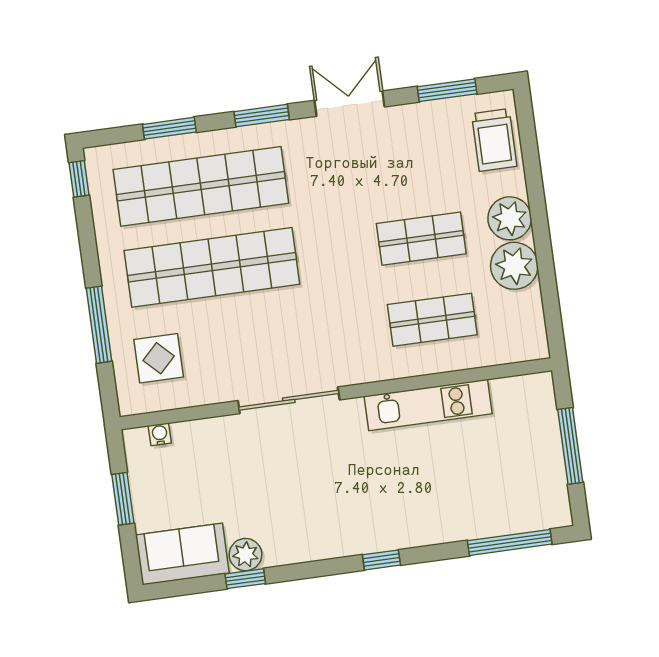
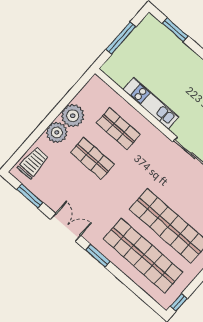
double door: (350, 104) -> (66, 227), swing flipped
window: (169, 128) -> (132, 285), removed
window: (510, 542) -> (175, 30), width x0.69

